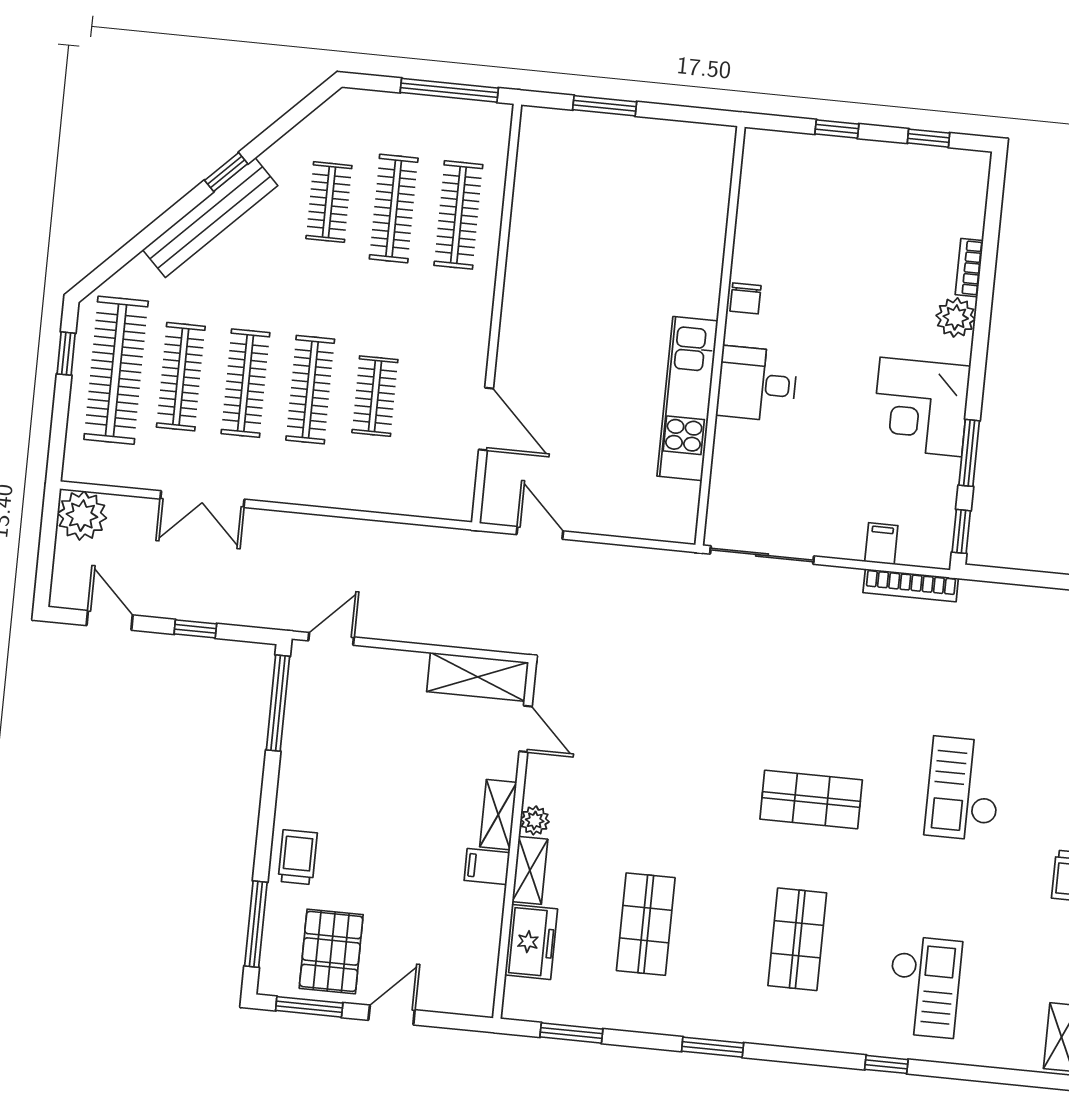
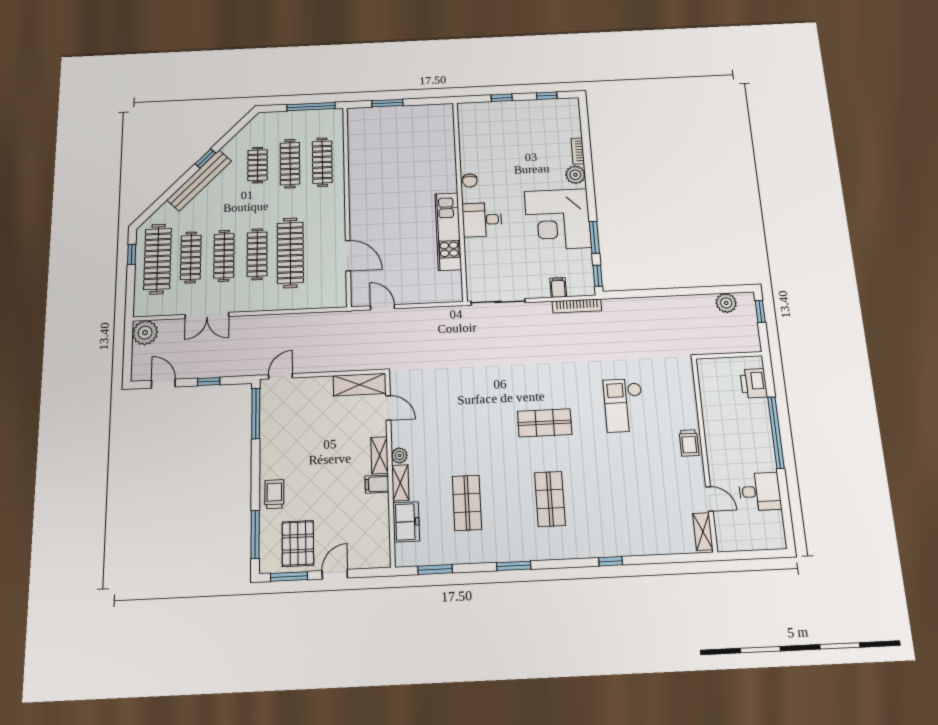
clothes rail: (375, 396) -> (290, 253), width x1.86, depth x1.31
corner desk: (921, 407) -> (558, 219), width x1.36, depth x1.36
checkout: (924, 987) -> (623, 515), removed

